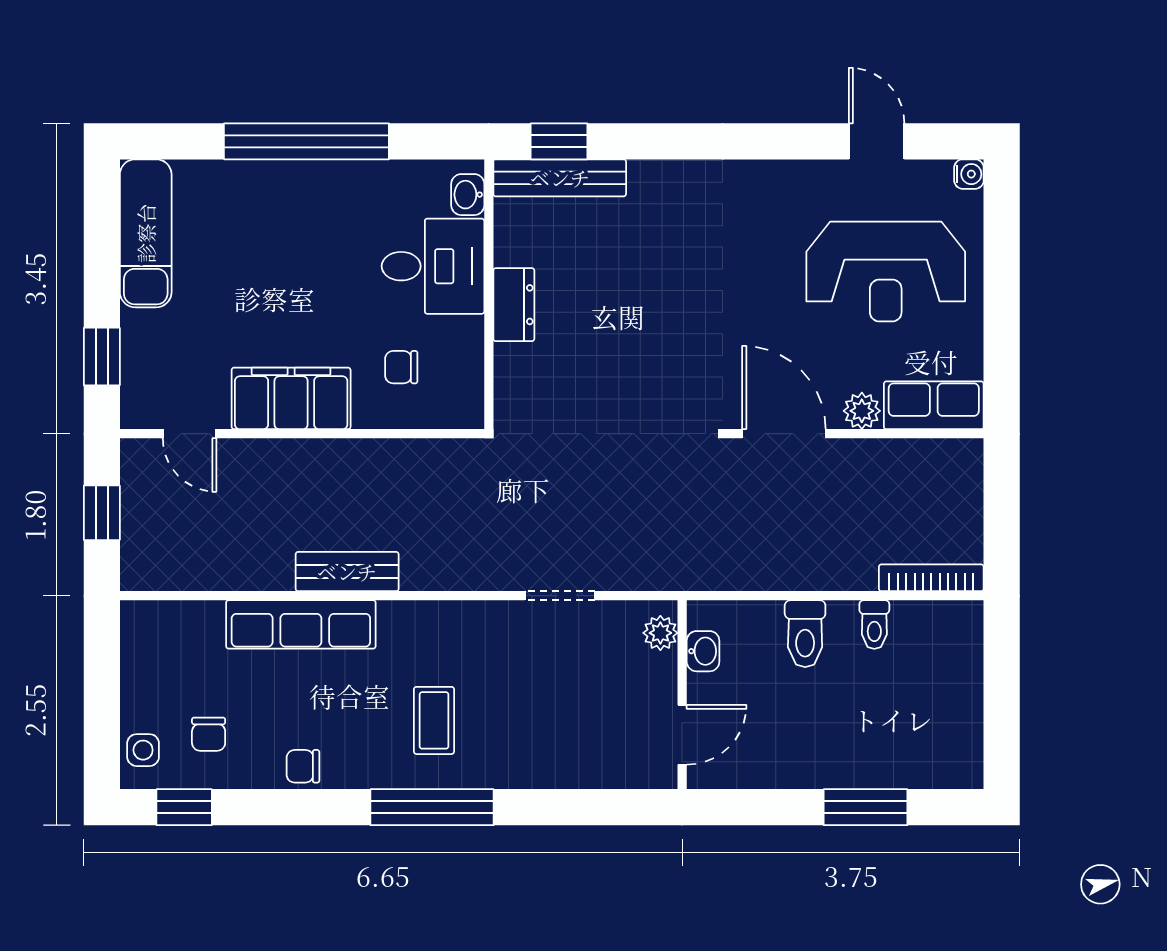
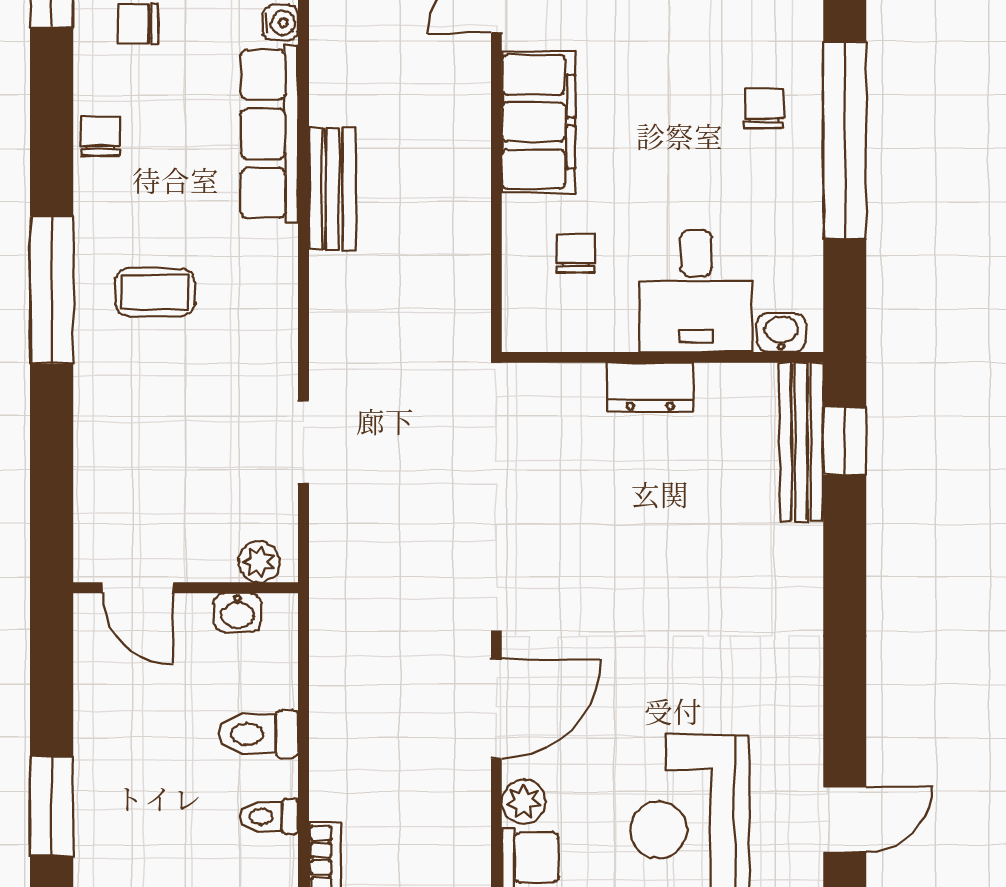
chair: (280, 209) -> (764, 109), added
water cooler: (208, 615) -> (280, 23), added

